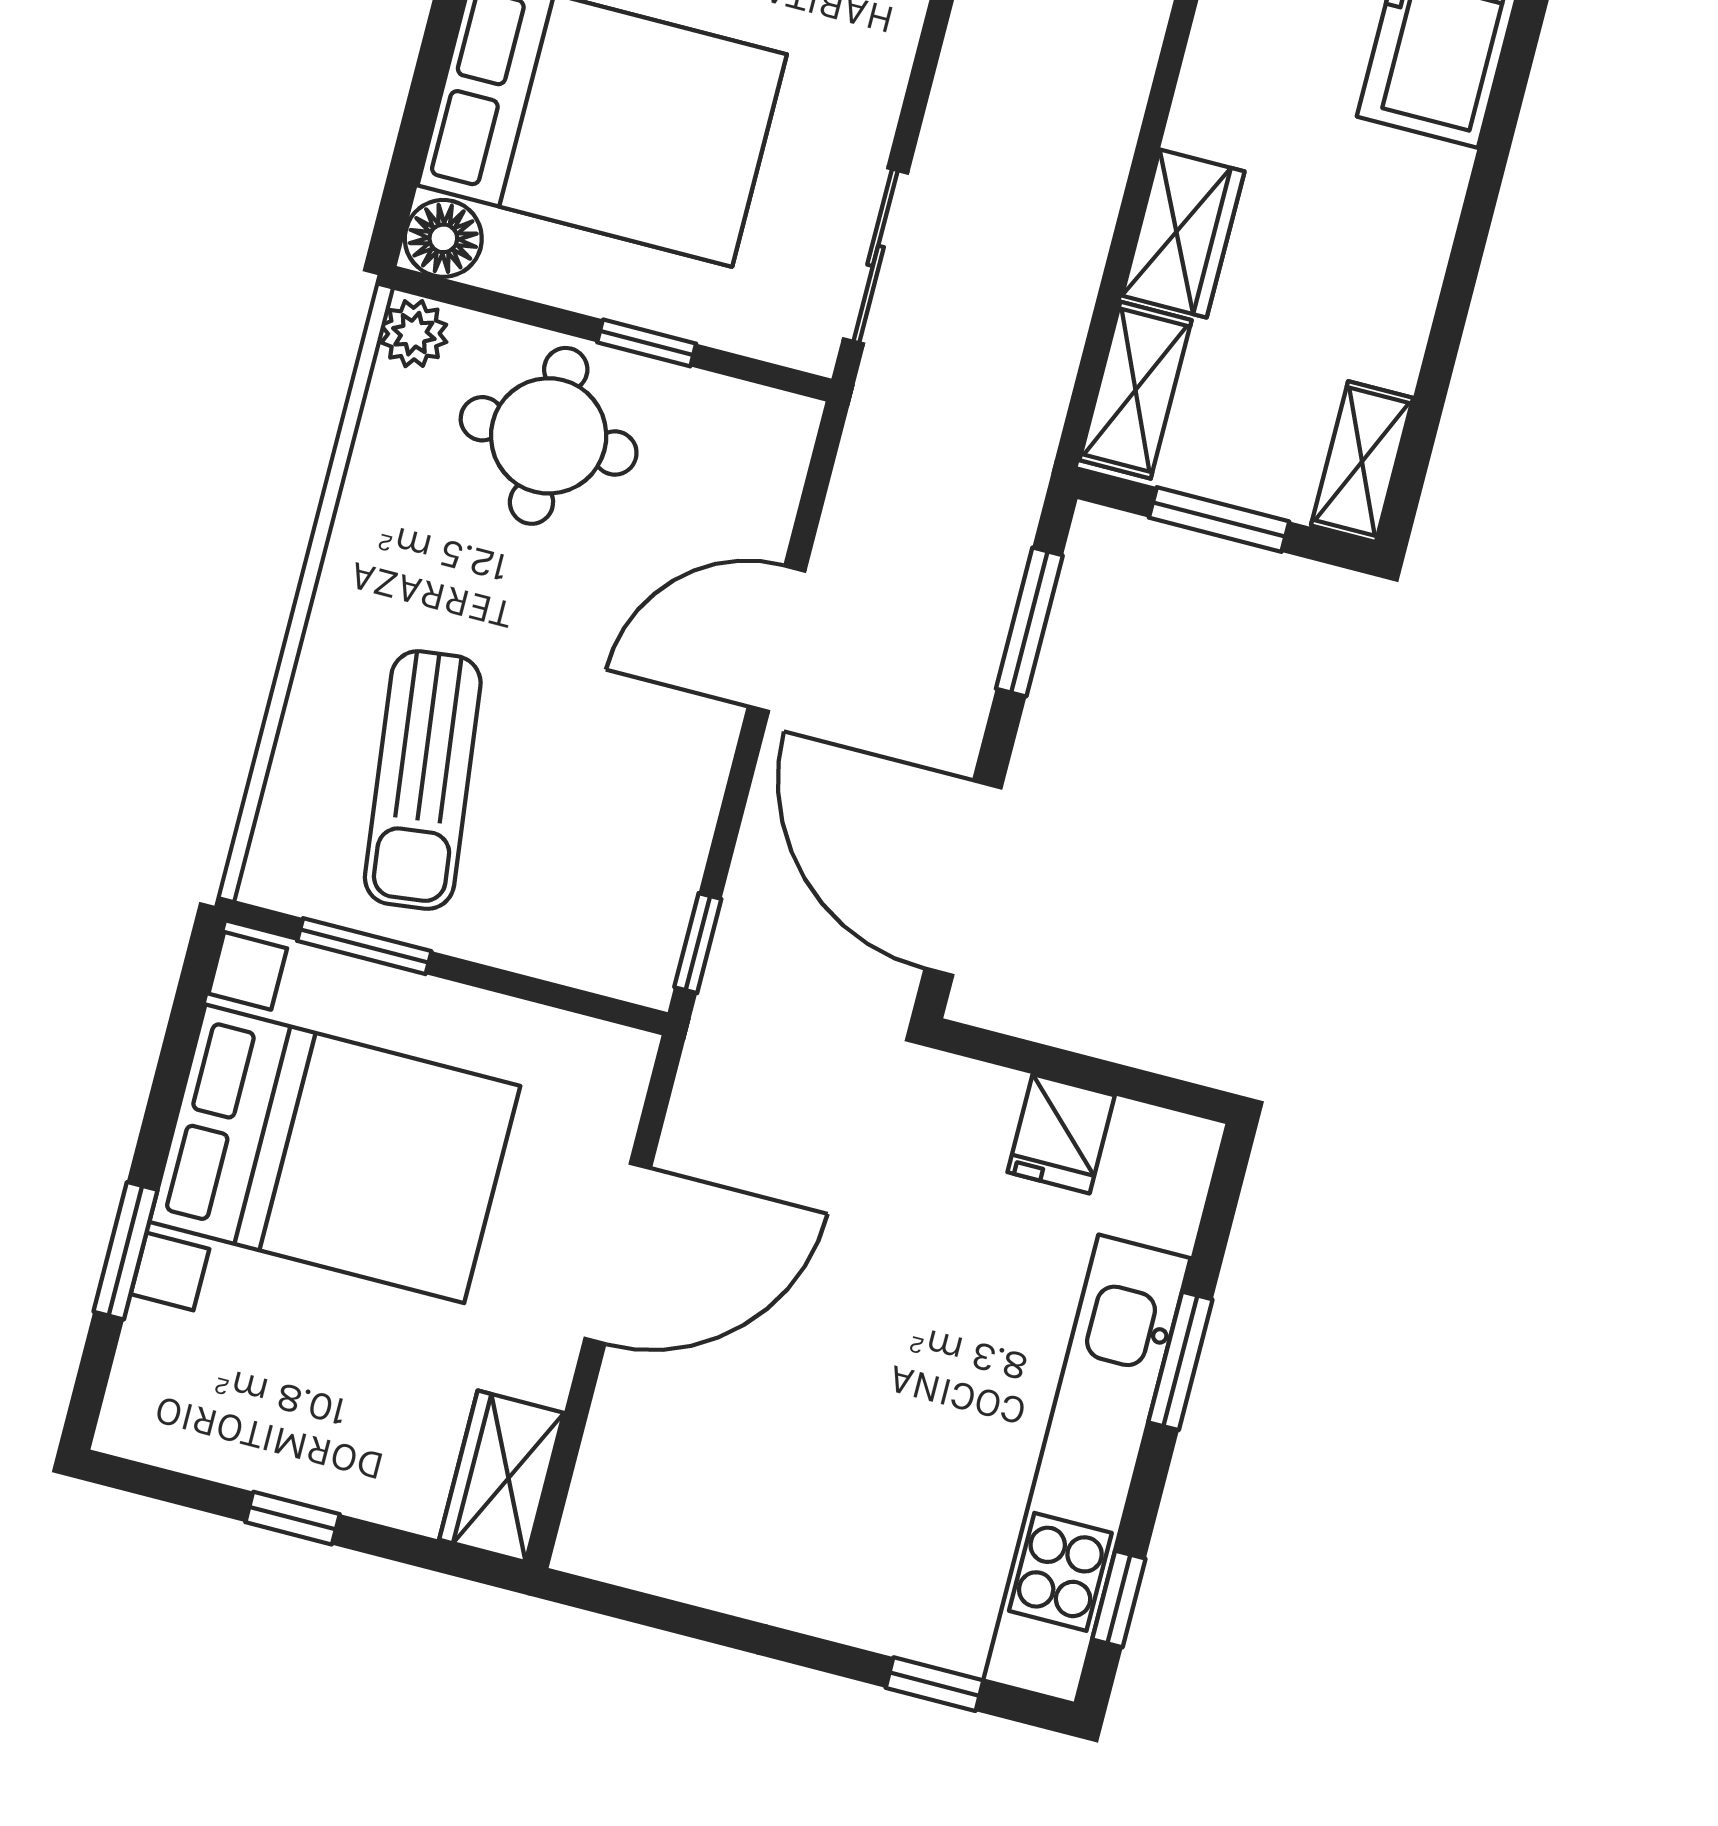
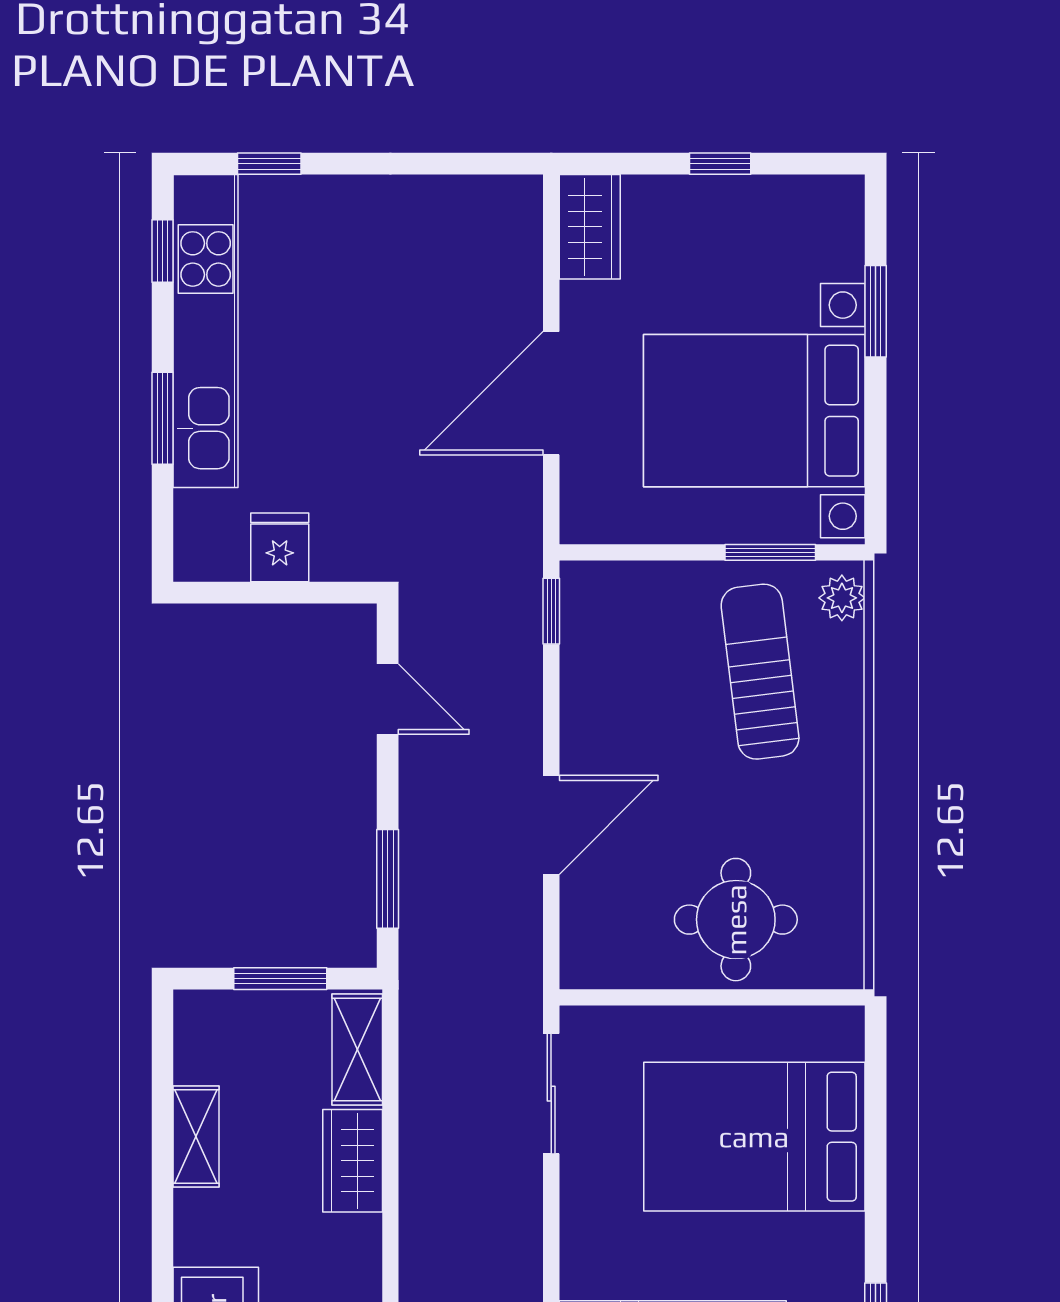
floor lamp: (443, 238) -> (839, 1032), removed
plant: (414, 334) -> (842, 598), moved
window: (647, 343) -> (687, 997), removed
shelving: (1362, 462) -> (196, 1137), moved
door: (963, 878) -> (388, 699), width x0.53

